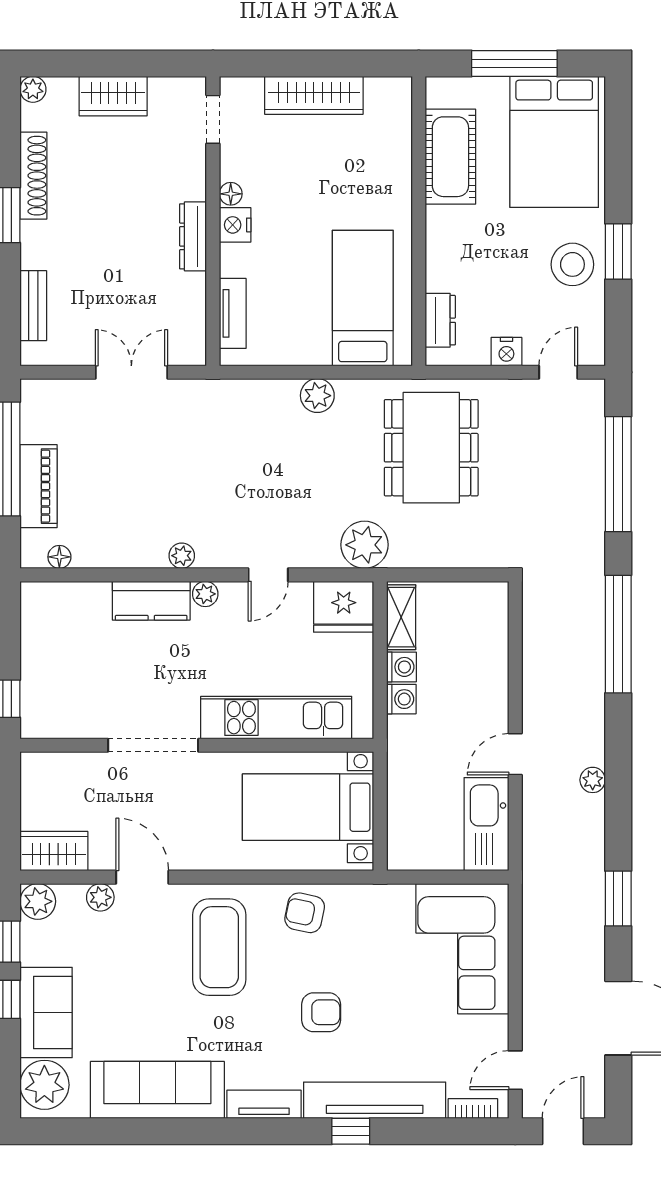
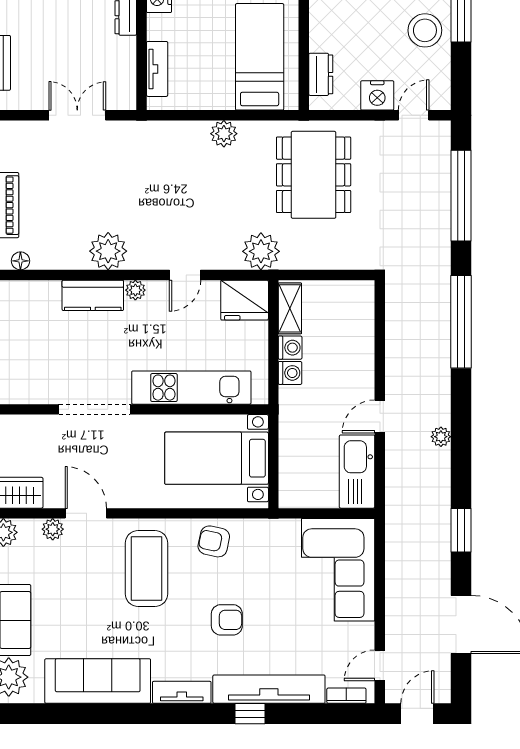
nightstand: (506, 352) -> (377, 95), width x1.36, depth x1.33
plant: (182, 556) -> (108, 251), width x1.87, depth x1.87

